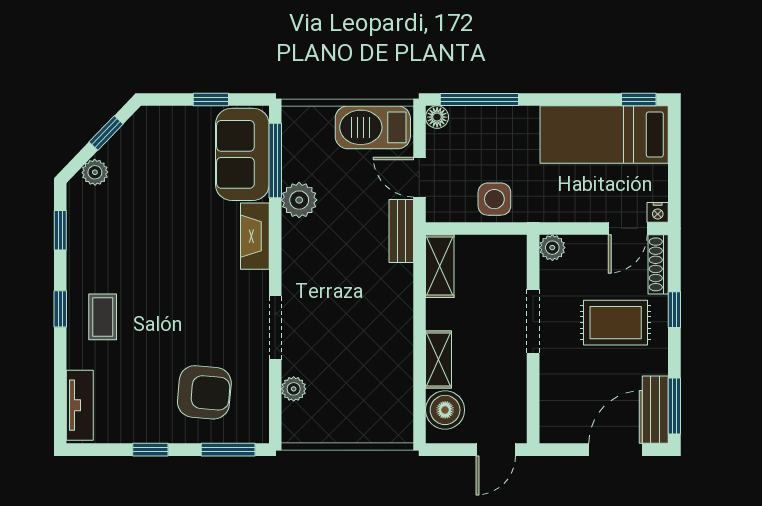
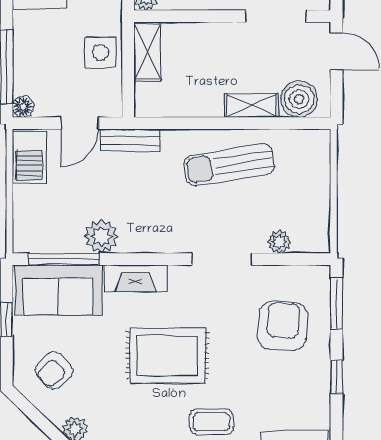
barbecue: (373, 127) -> (29, 158), width x0.73, depth x0.83
window: (106, 133) -> (38, 419), removed
armchair: (157, 150) -> (54, 371), added
shelving: (440, 266) -> (147, 52), moved, turned 90
rug: (173, 270) -> (167, 356), added
doorway: (533, 321) -> (276, 16), moved
sun lounger: (375, 336) -> (229, 165), added

